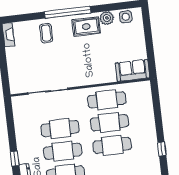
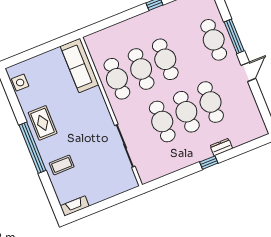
plant: (107, 18) -> (27, 103), removed
sofa: (132, 70) -> (80, 65), width x1.36

